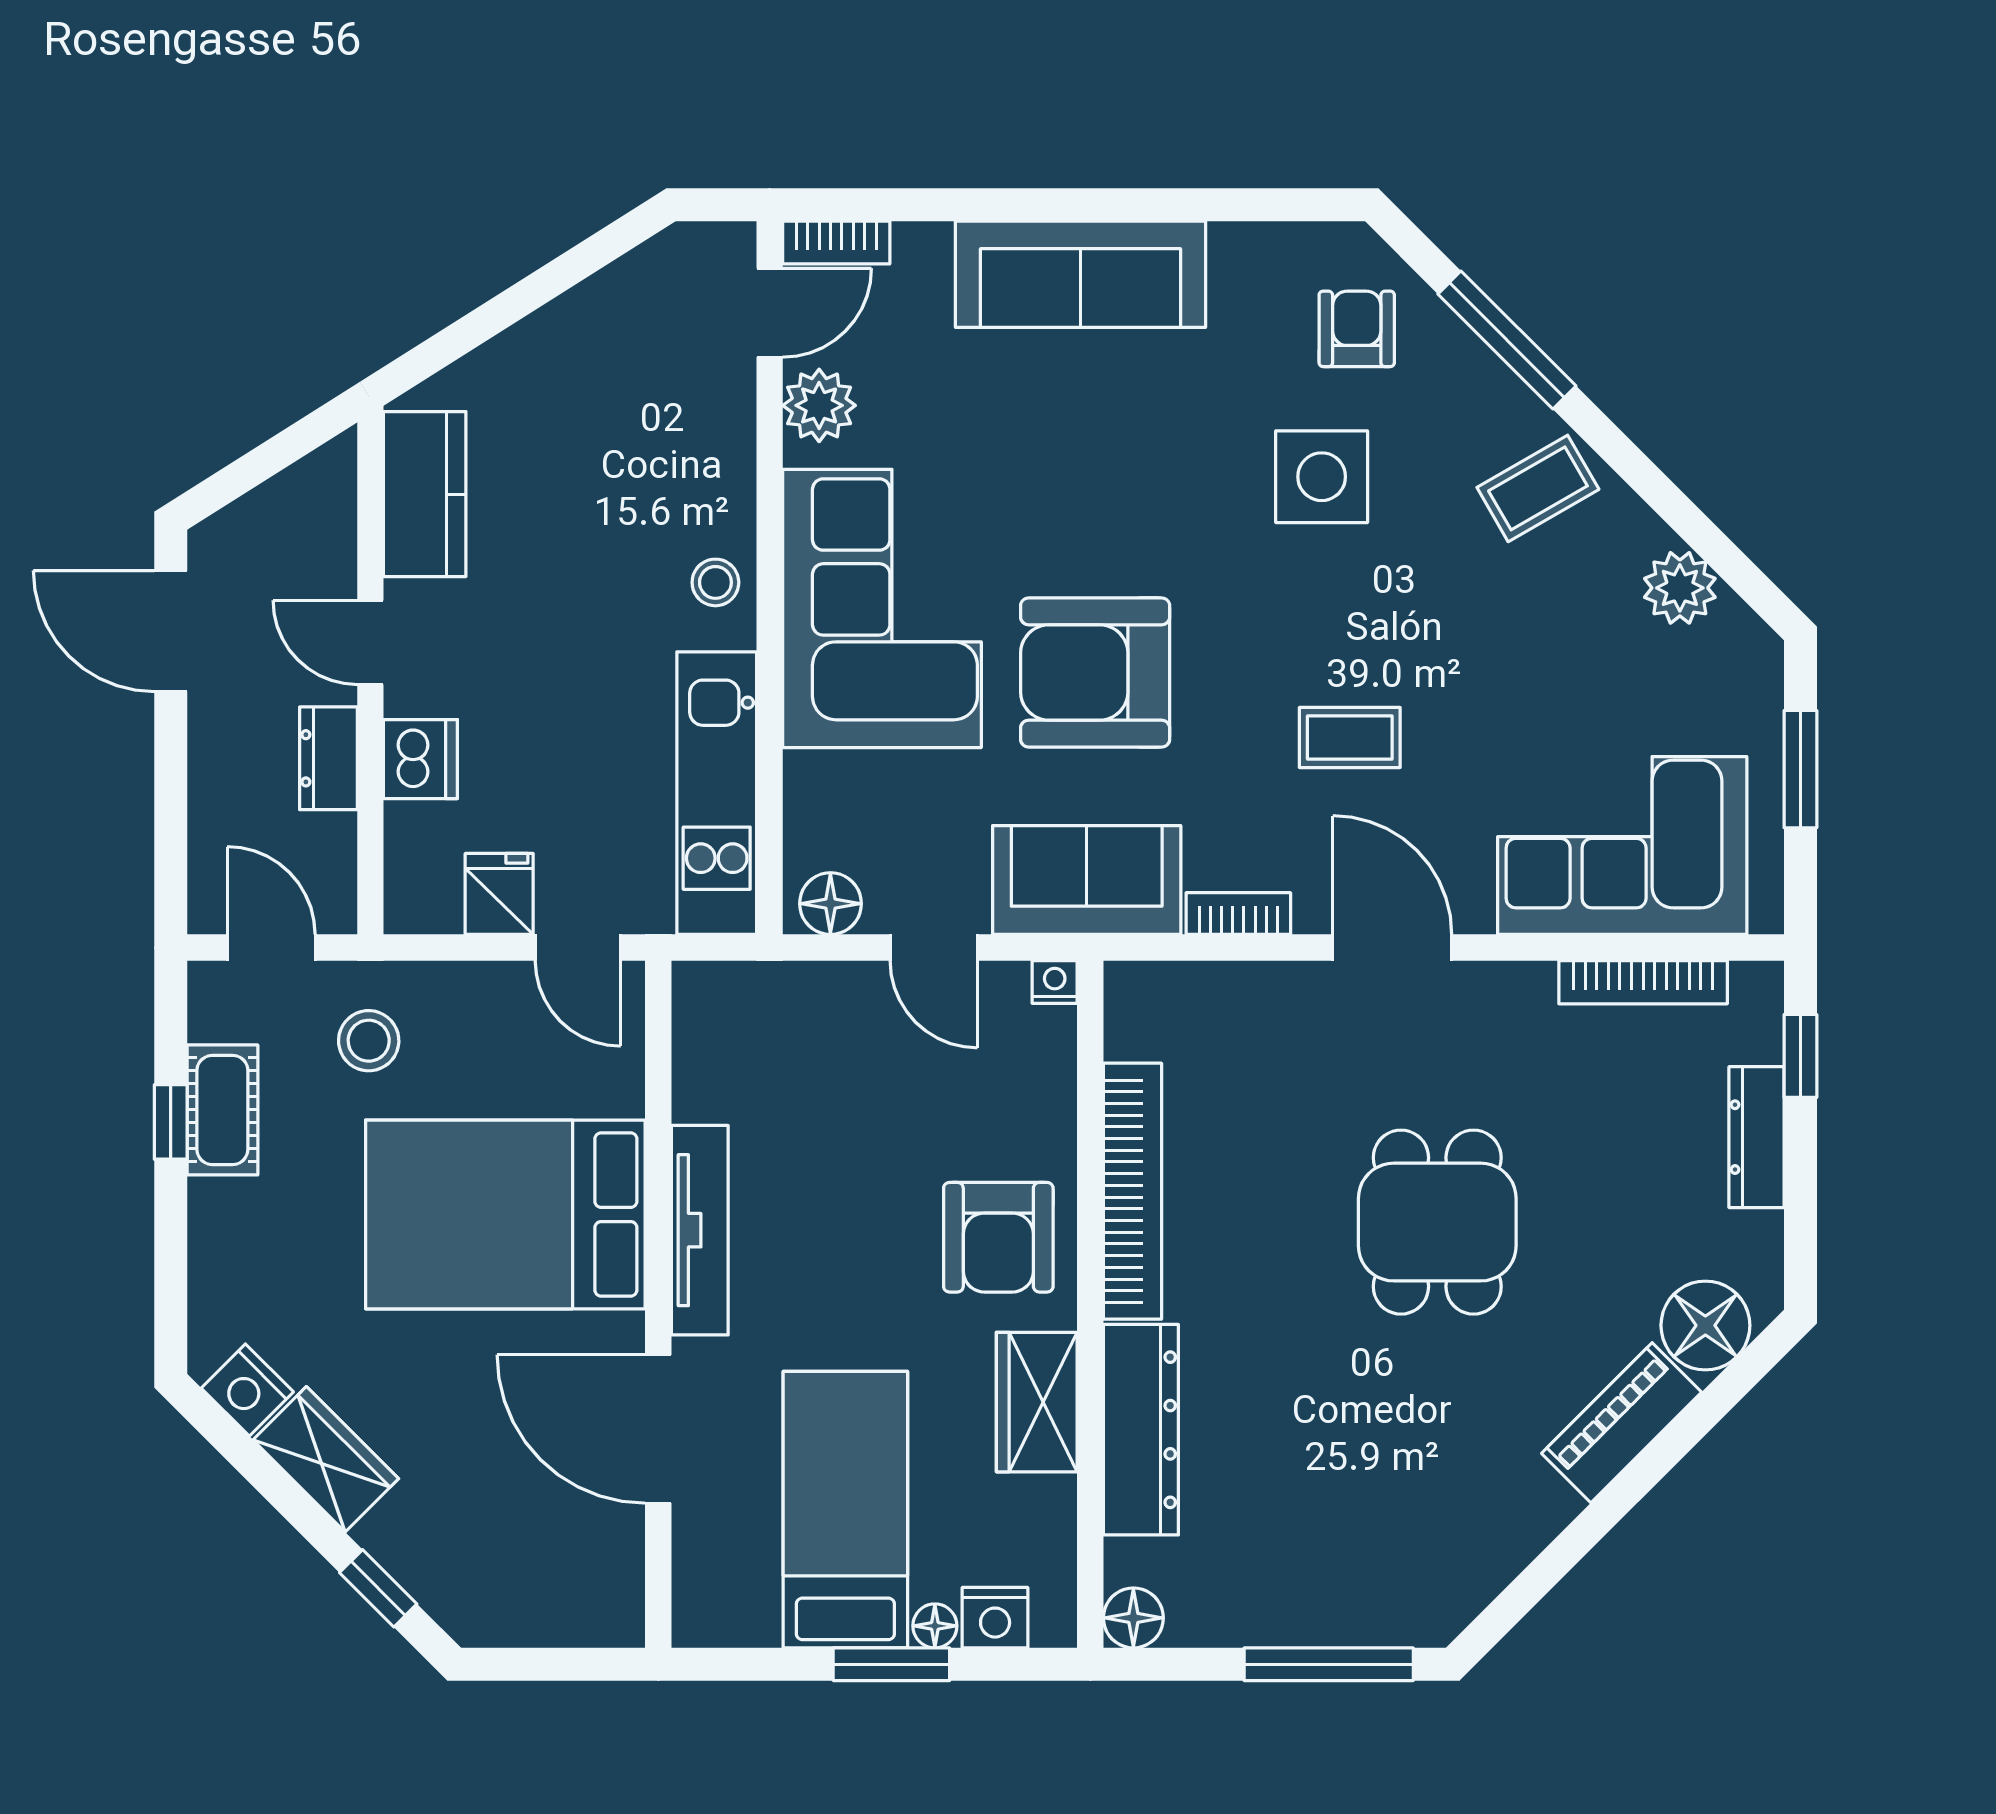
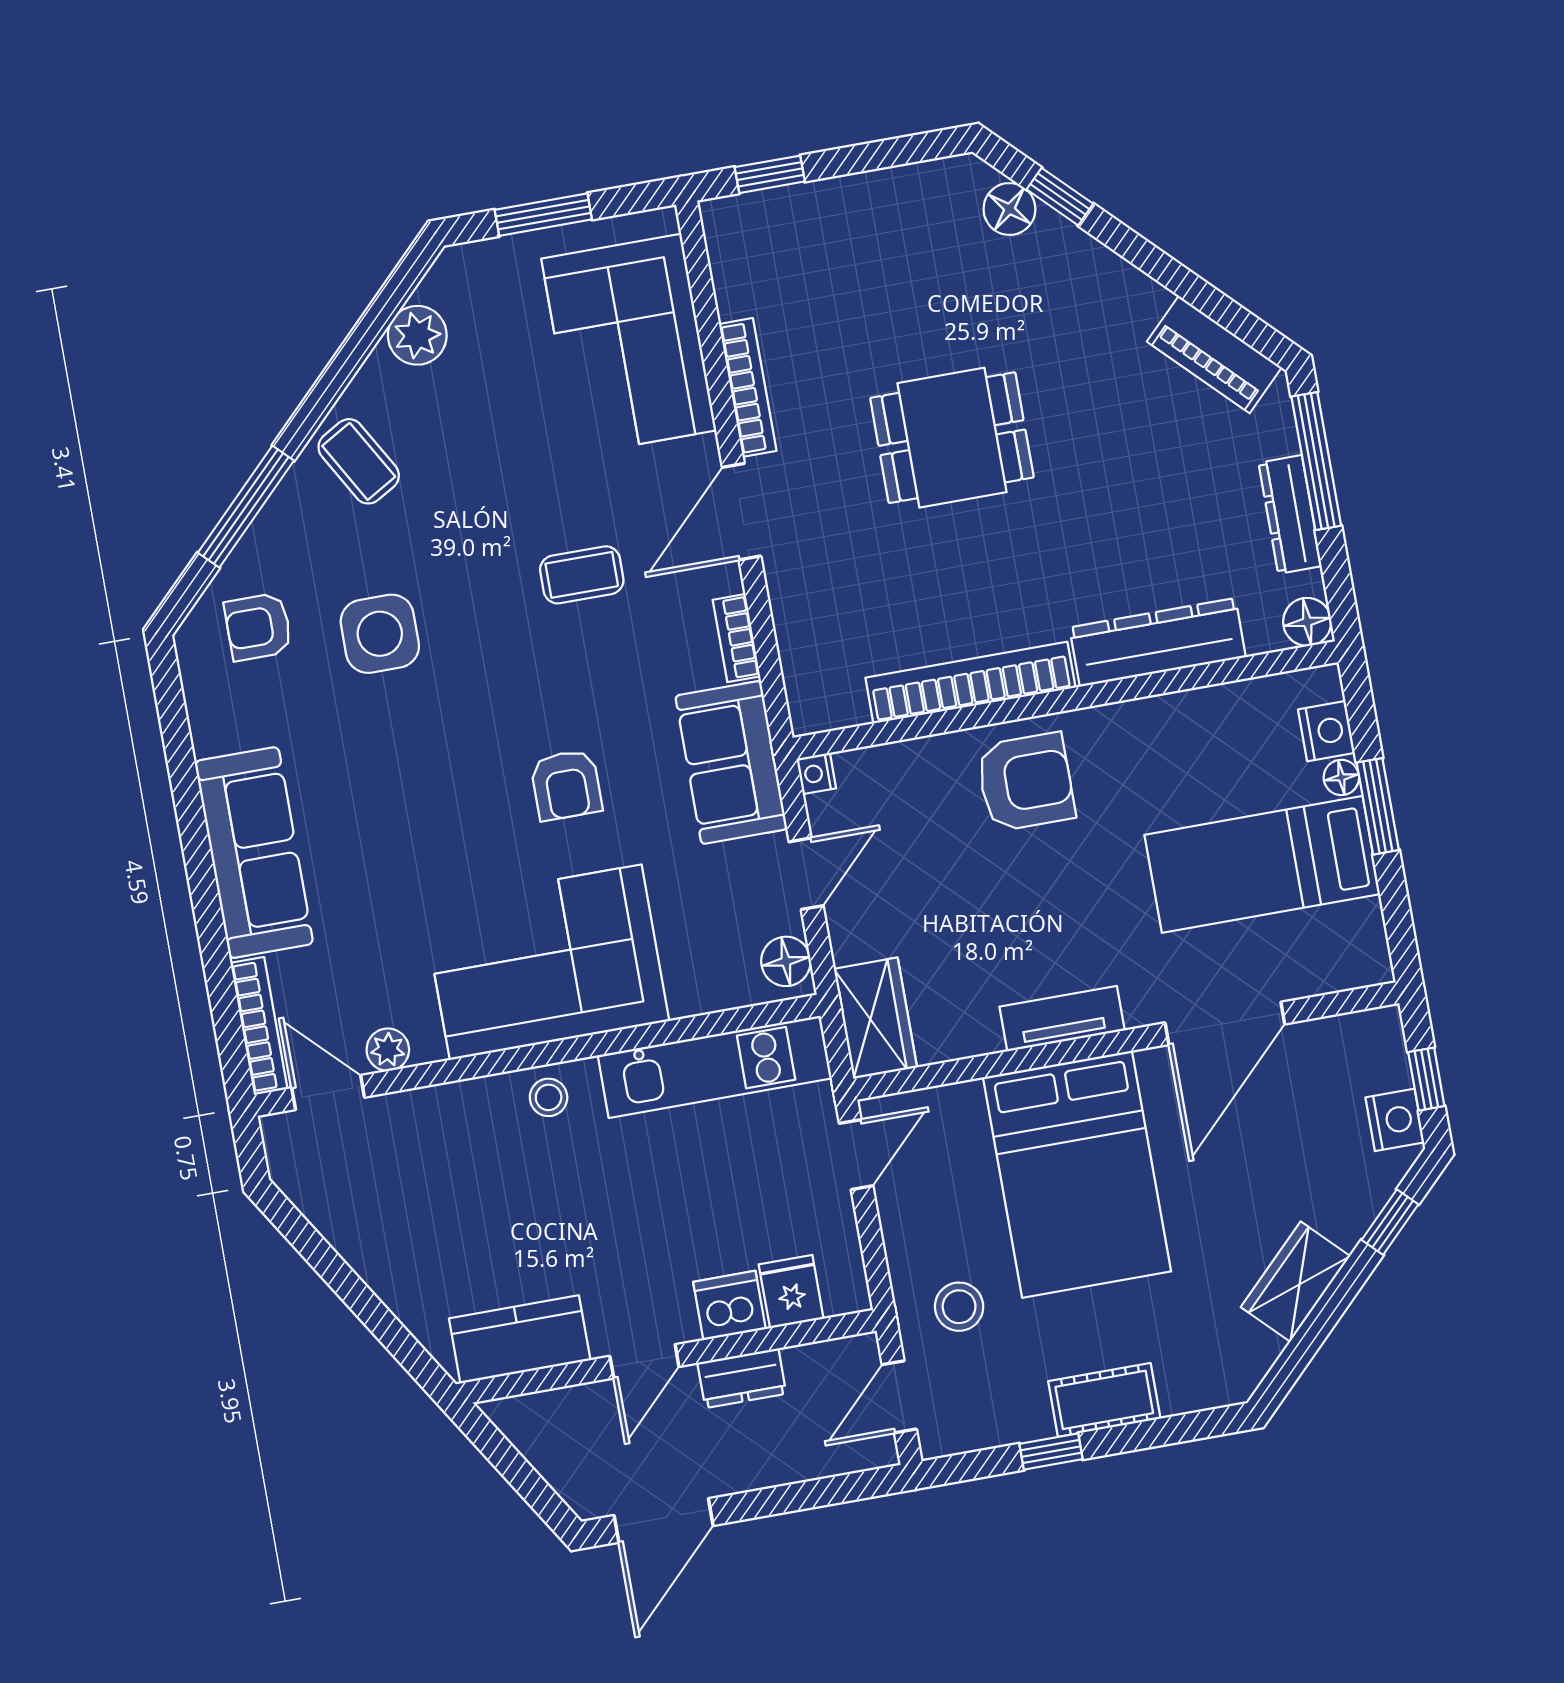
bookcase: (836, 243) -> (259, 1026), width x1.56
plant: (819, 405) -> (388, 1050), width x0.73, depth x0.73
armchair: (1095, 672) -> (566, 785), width x0.53, depth x0.53
coffee table: (1350, 737) -> (582, 575), turned 90
fridge: (499, 894) -> (791, 1292), moved, turned 90
bookcase: (1643, 982) -> (748, 387), moved
cot: (222, 1110) -> (1104, 1400), moved
dresser: (1757, 1137) -> (1290, 514), moved, turned 90
tv unit: (700, 1230) -> (1062, 1019), width x0.71
floor lamp: (1705, 1325) -> (1009, 209), width x0.73, depth x0.73
nightstand: (247, 1390) -> (1395, 1120), moved, turned -45
wardrobe: (1037, 1402) -> (875, 1018), moved, turned -90
window: (1710, 1407) -> (1060, 197), added
piano: (1622, 1423) -> (1214, 355), moved
window: (546, 1664) -> (1426, 1079), added

